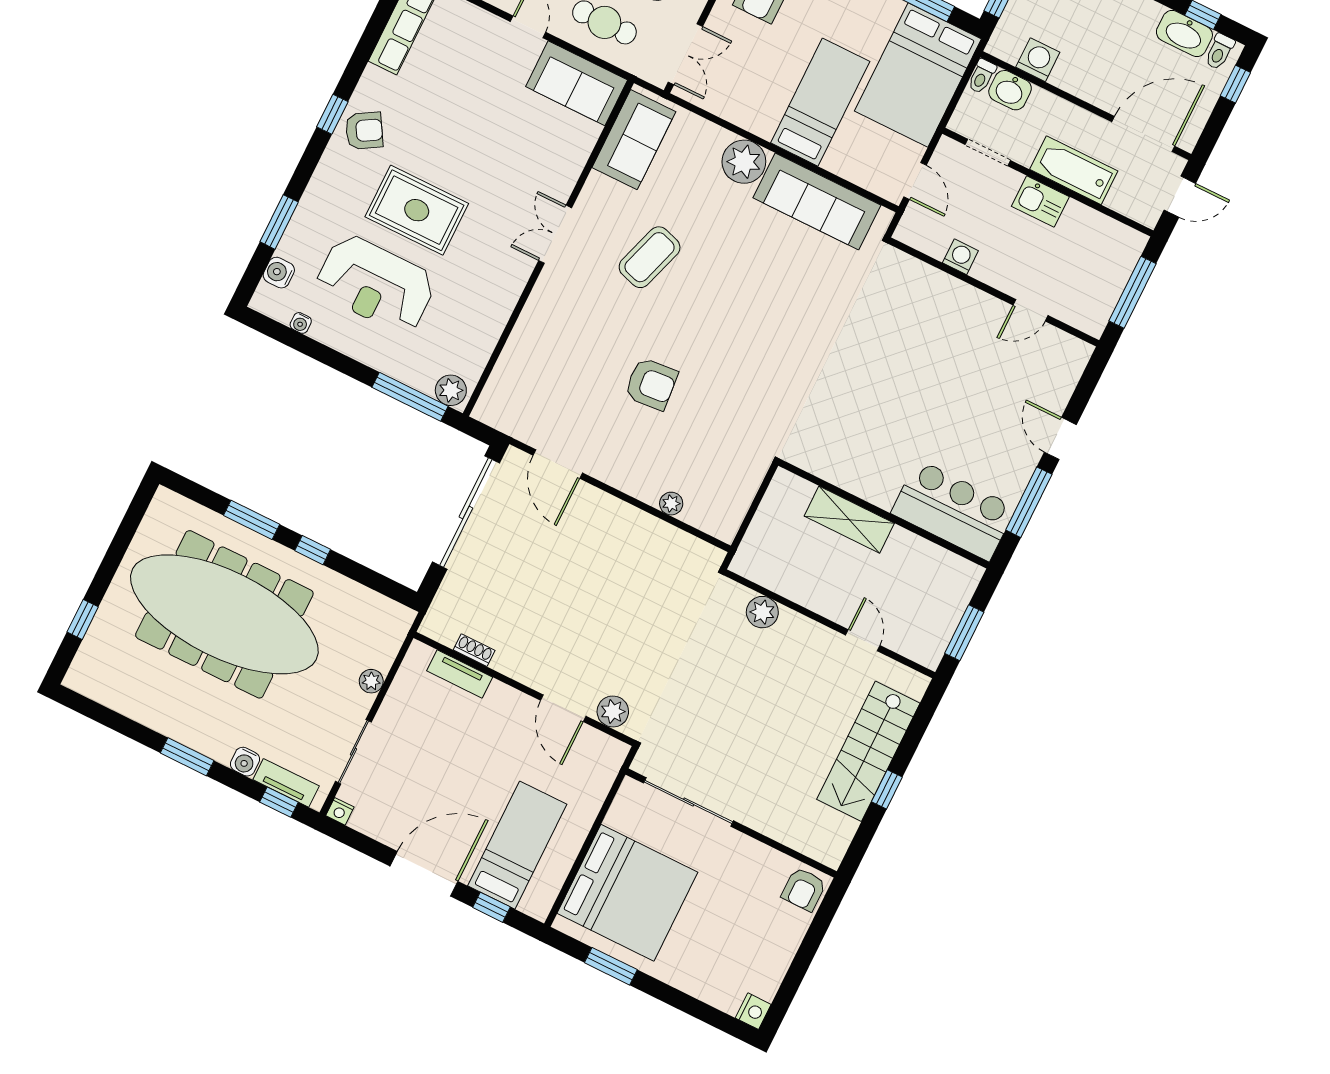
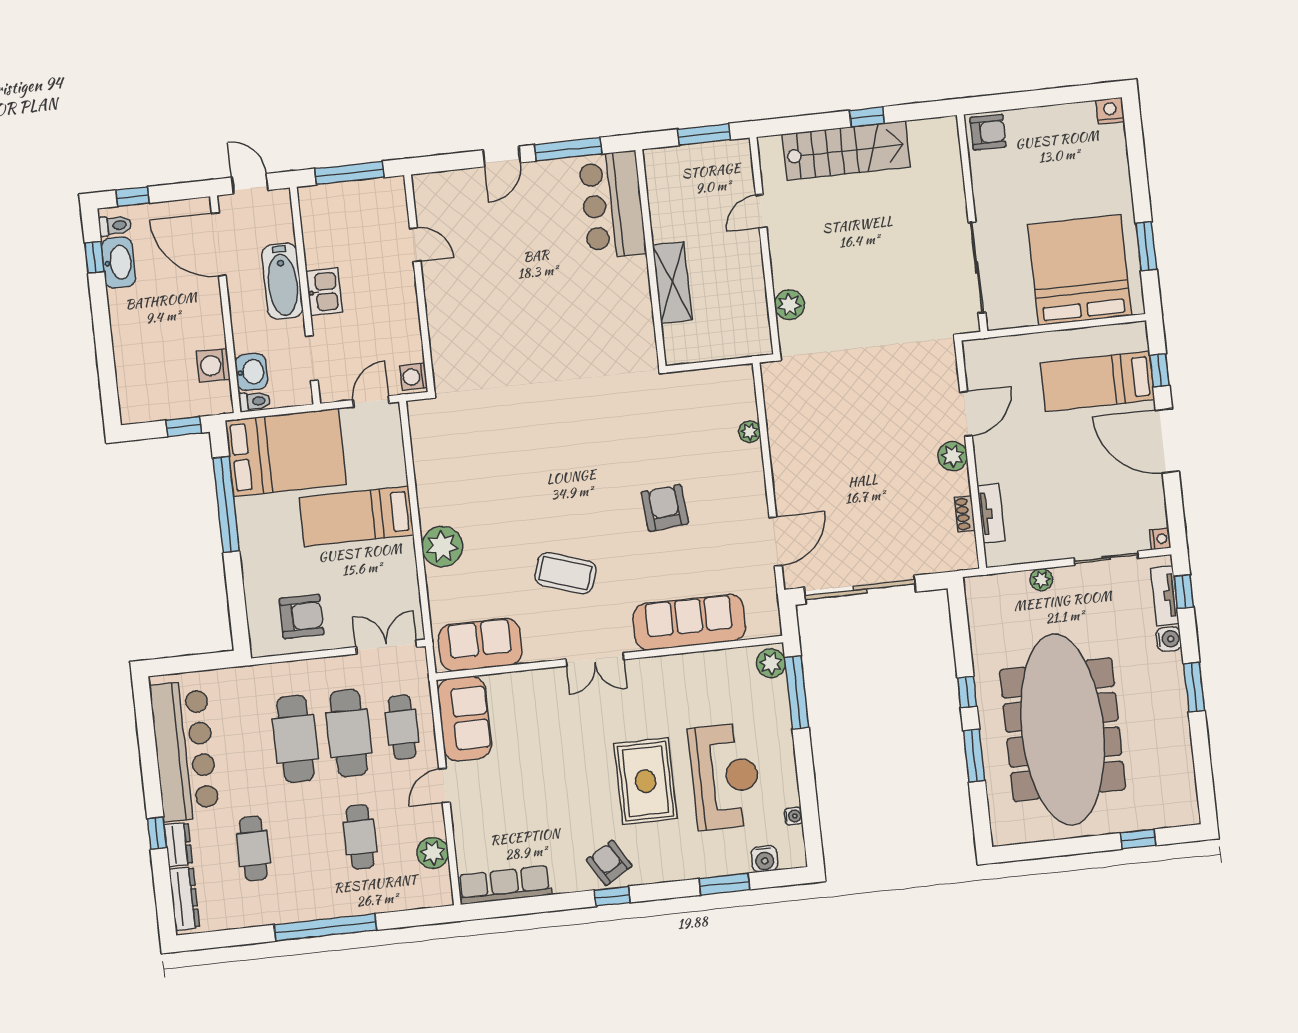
sofa: (817, 202) -> (689, 622), moved, turned -90
washing machine: (960, 257) -> (413, 377), moved
plant: (613, 711) -> (953, 456), moved

